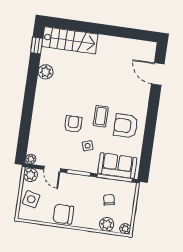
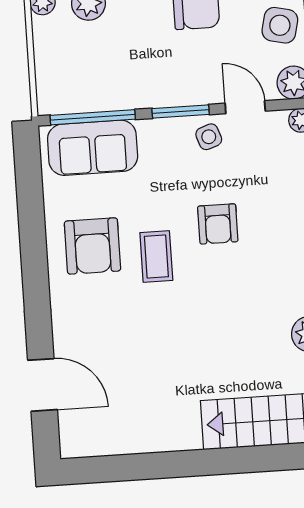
armchair: (126, 126) -> (92, 246), turned 90
side table: (88, 146) -> (209, 137), moved
chair: (109, 200) -> (95, 63), removed

